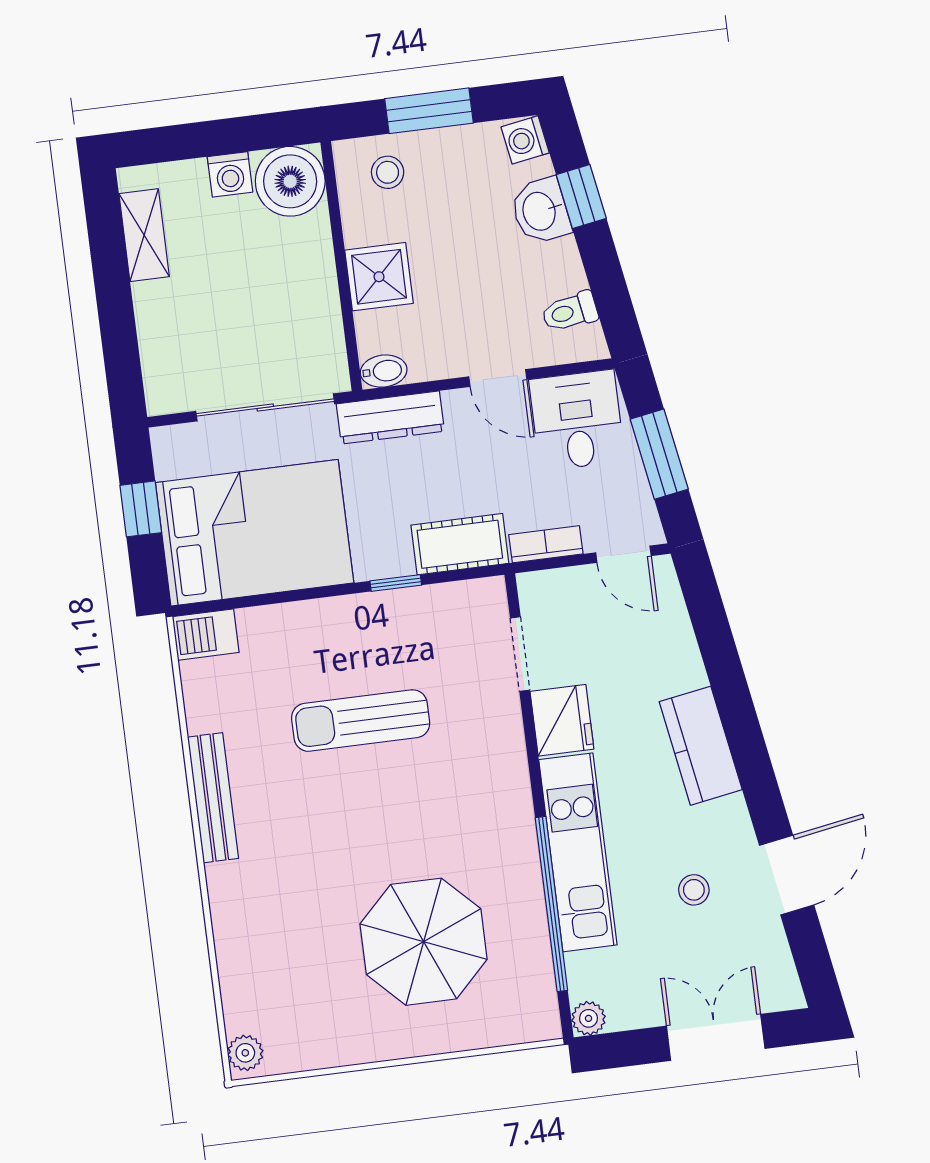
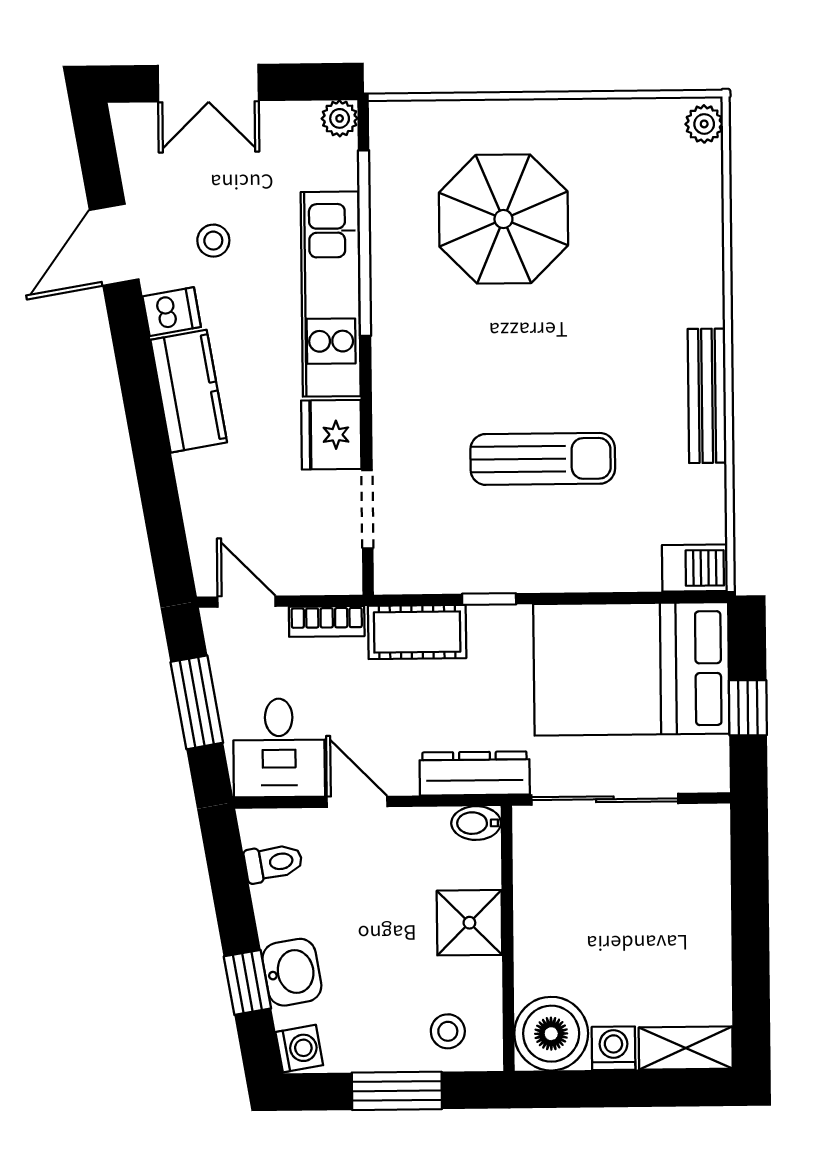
shelving: (144, 235) -> (686, 1048), moved, turned 90
dishwasher: (725, 819) -> (172, 312), added

